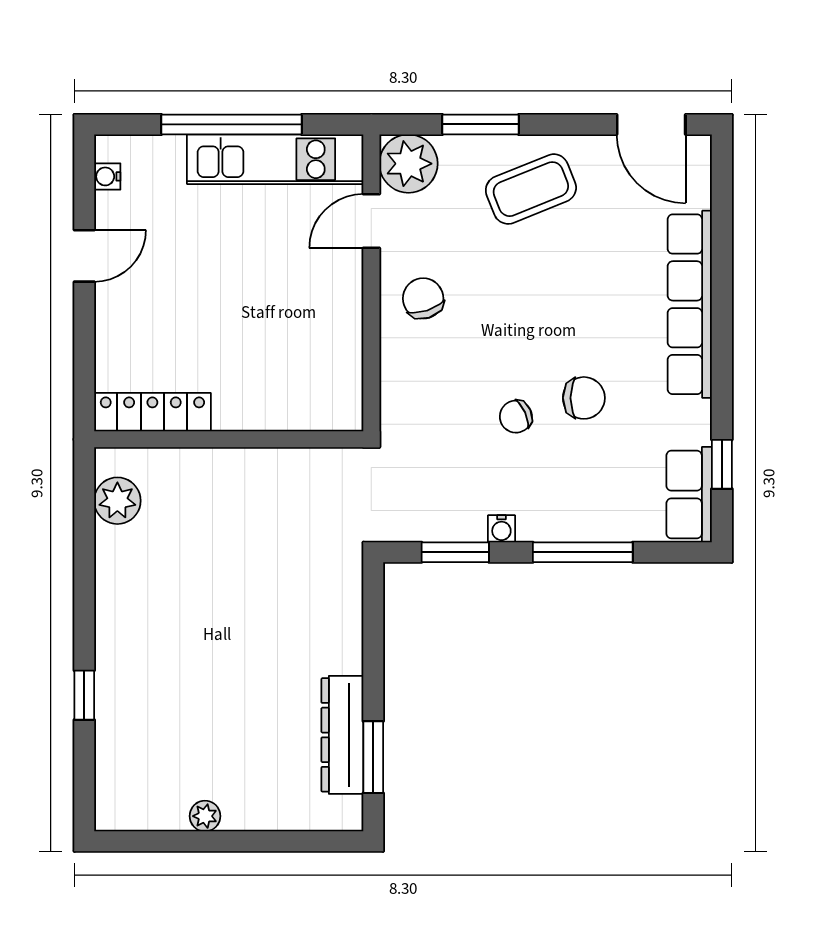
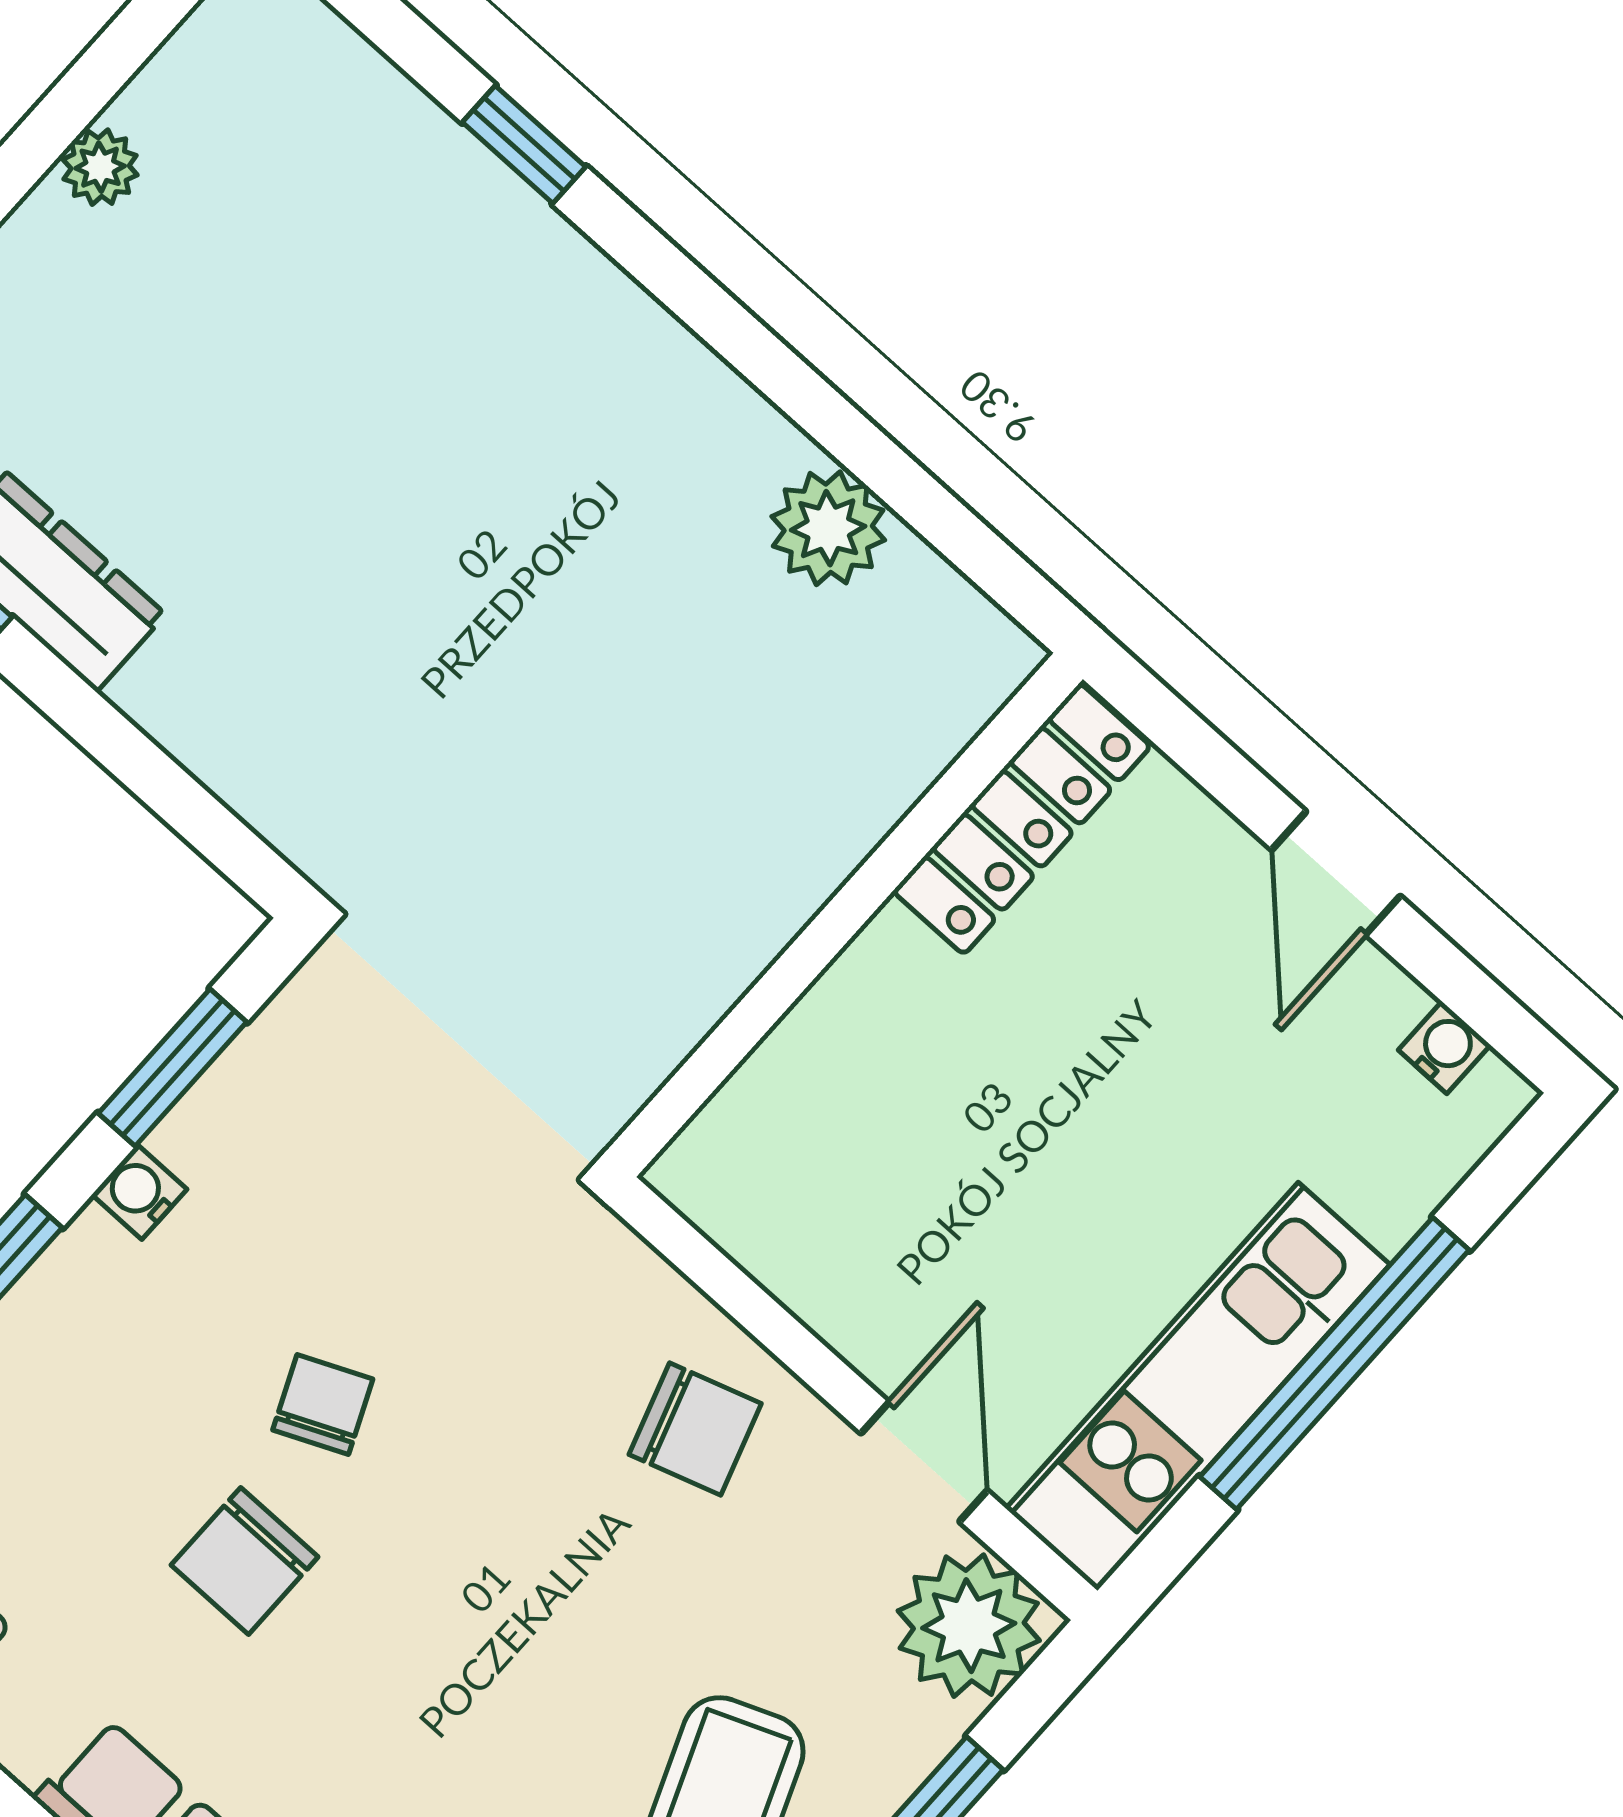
locker: (152, 412) -> (1022, 819), moved
wall: (229, 439) -> (845, 915), moved

